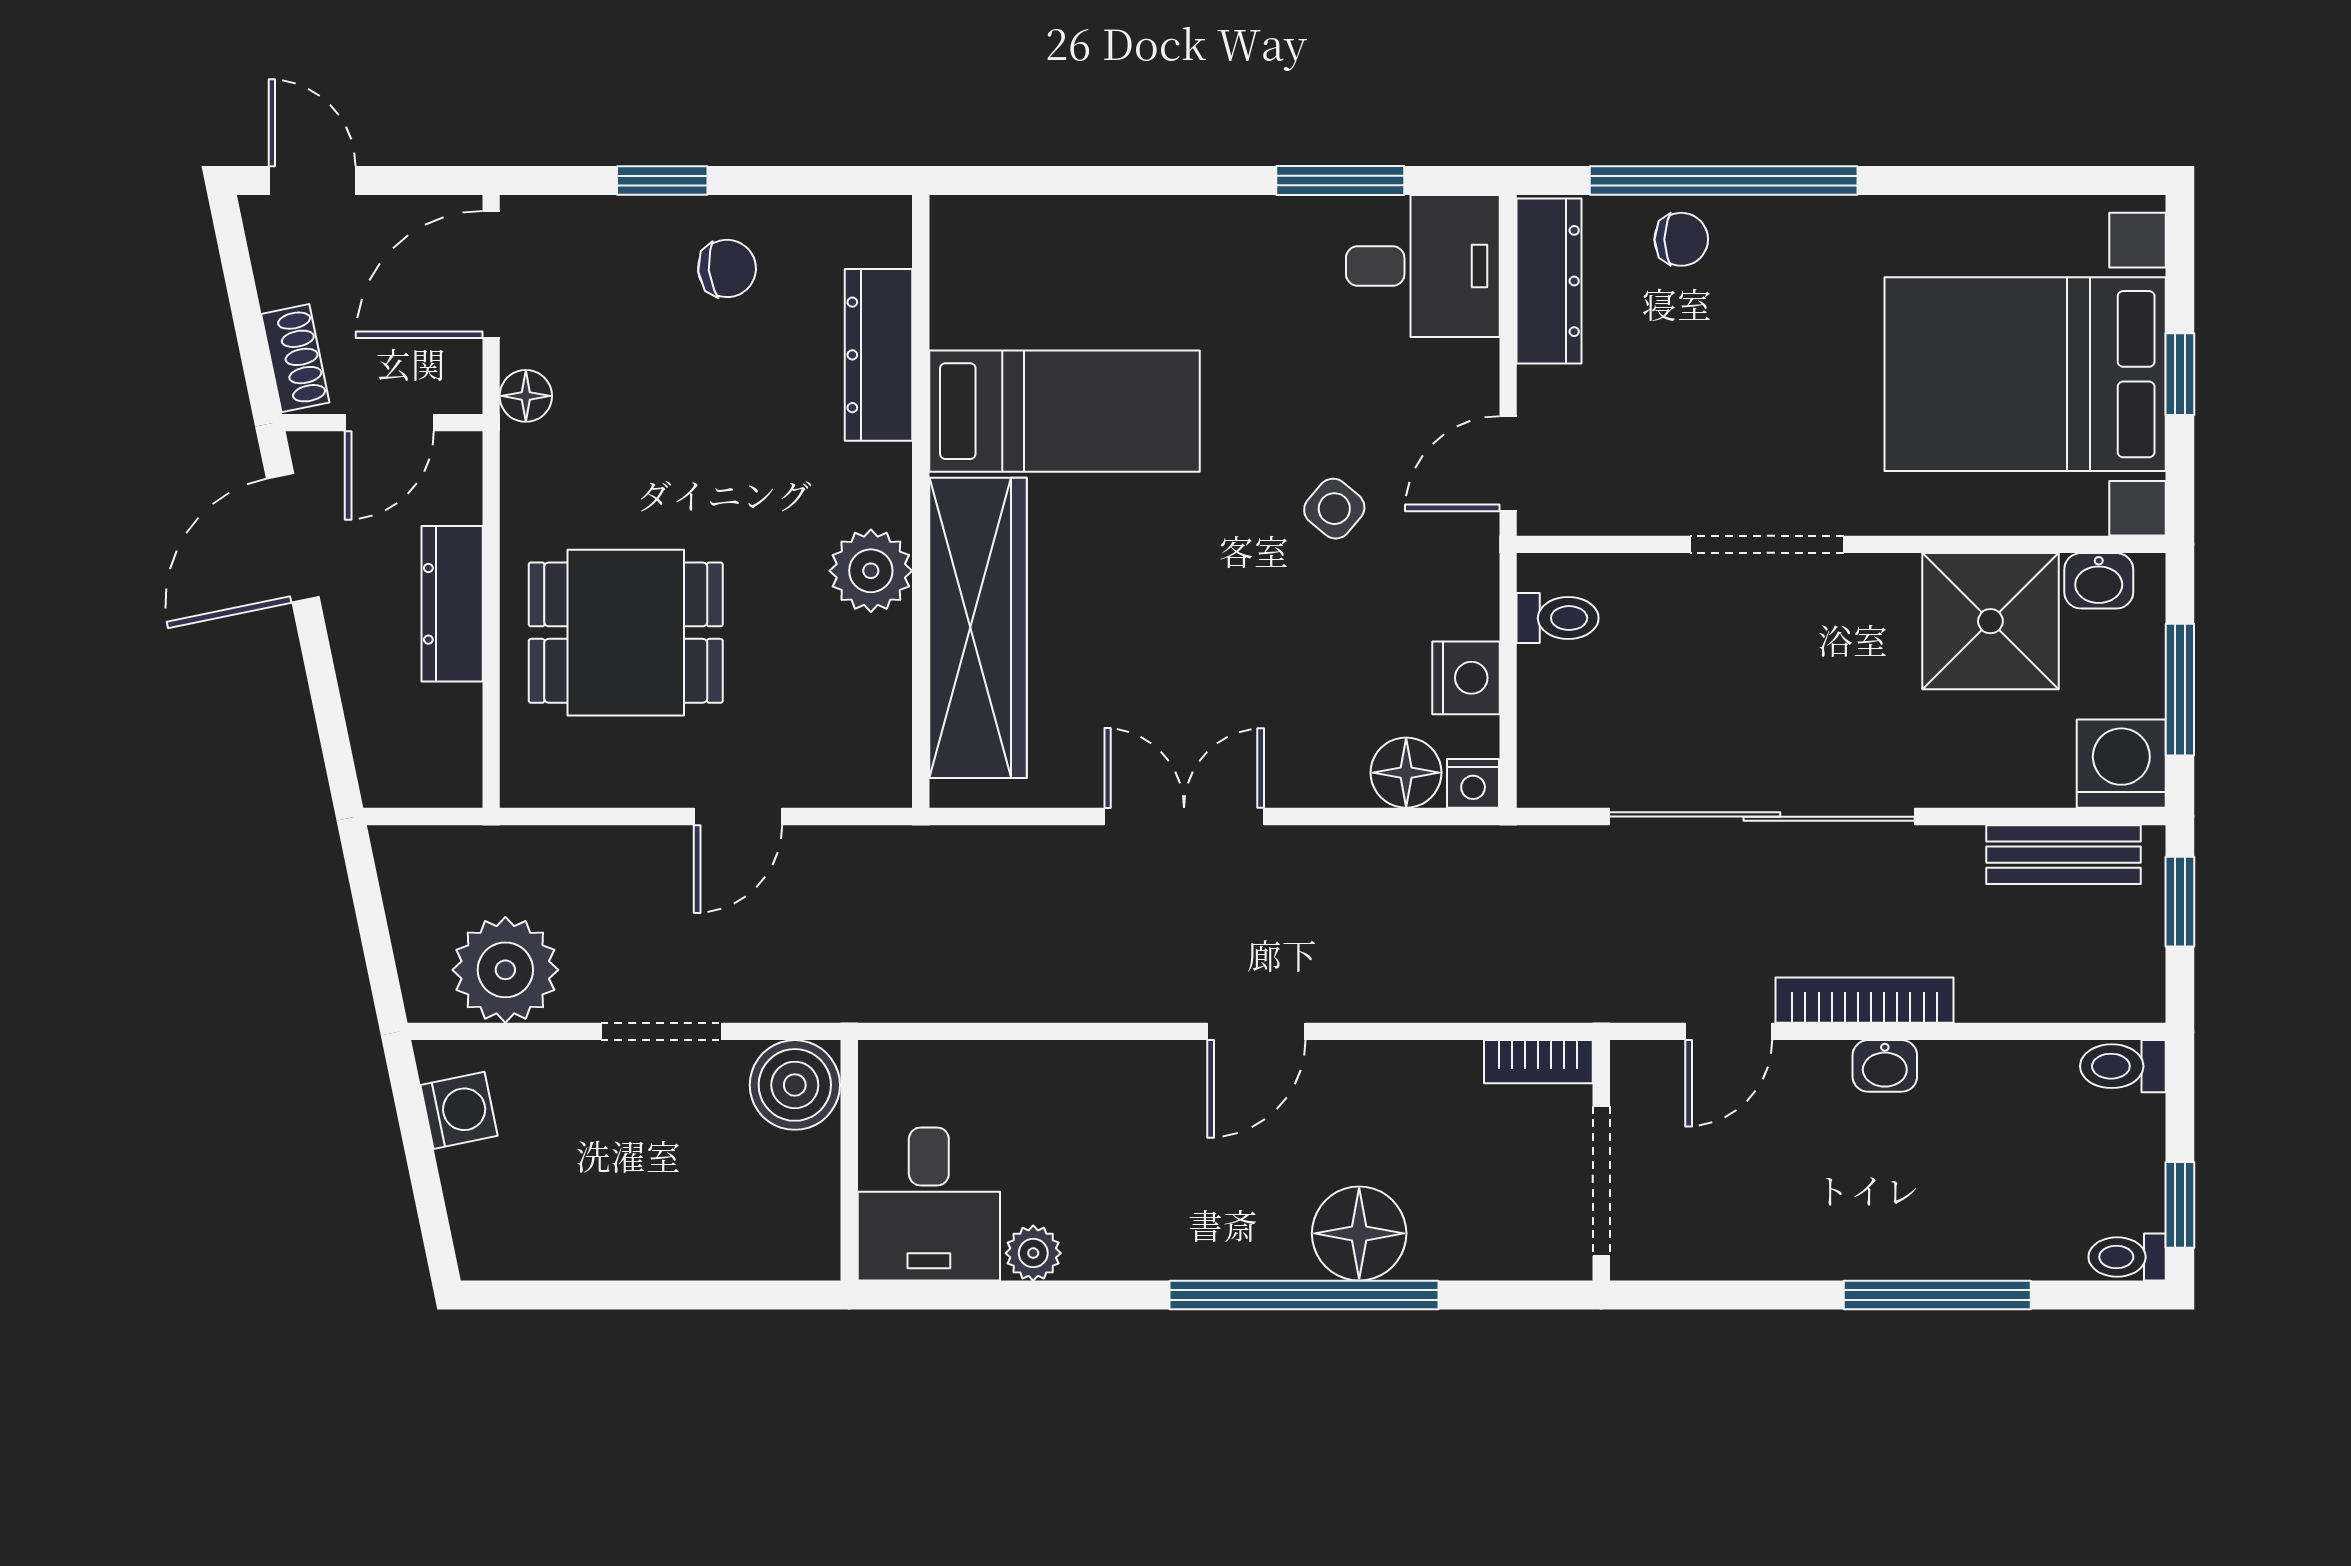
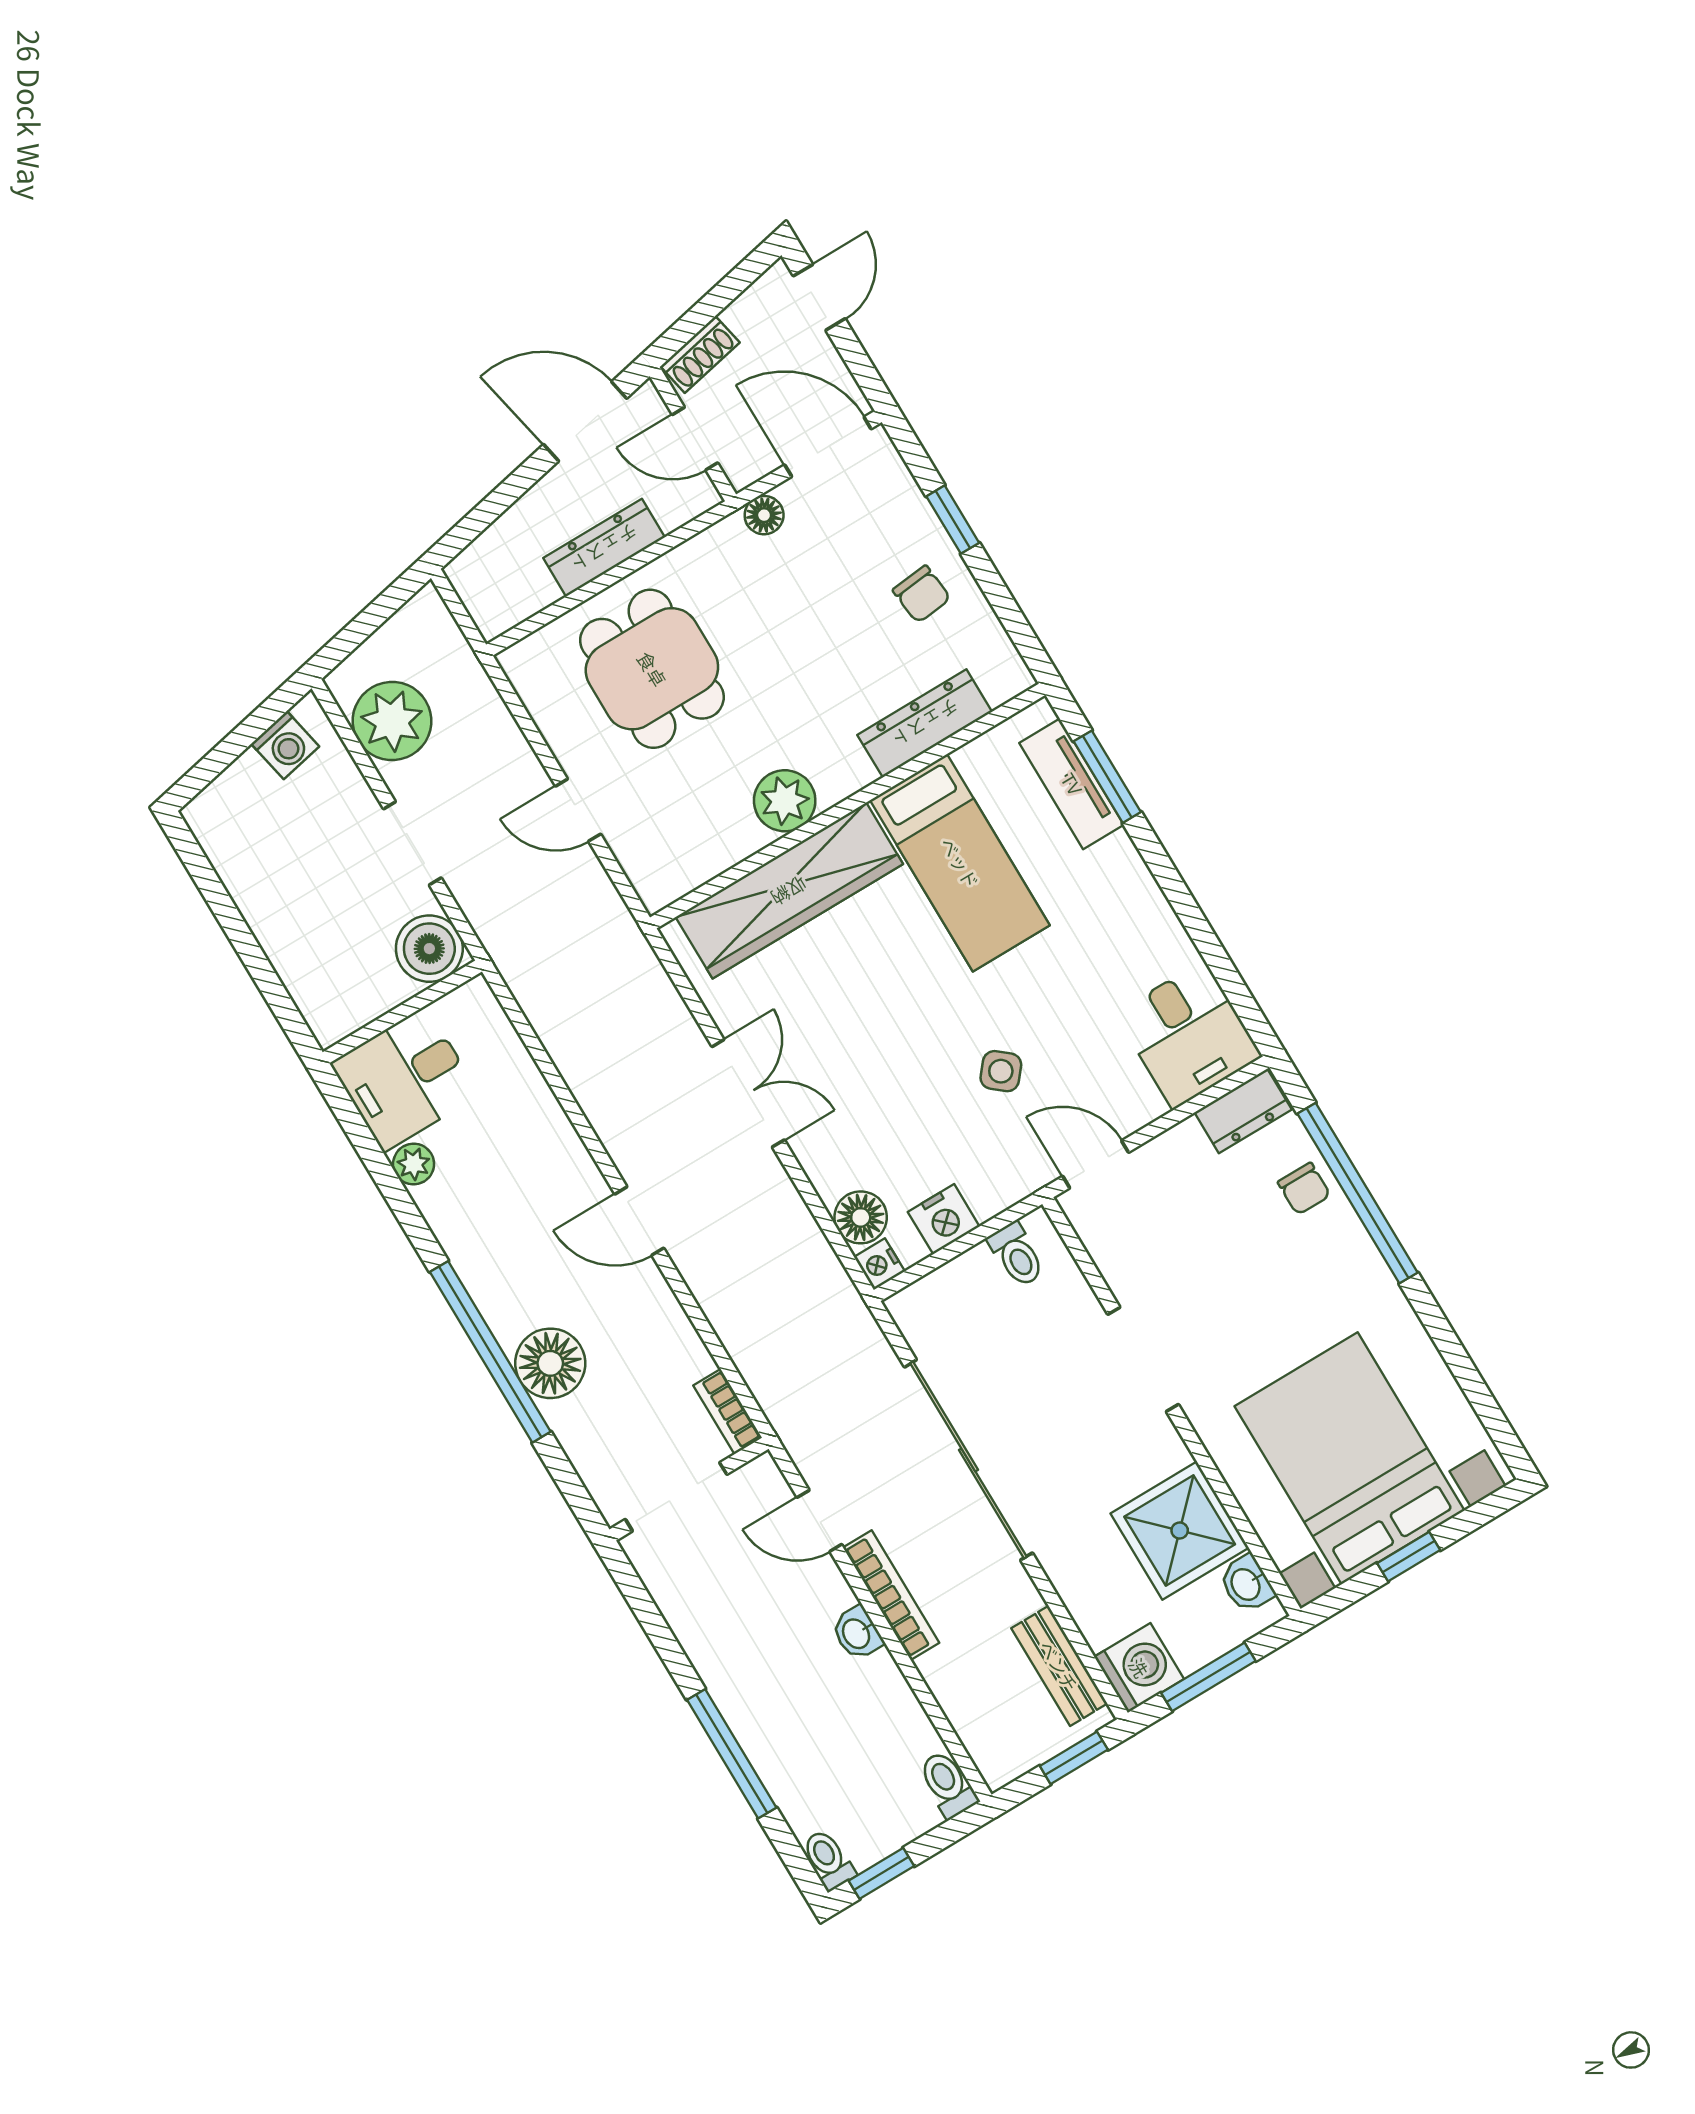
window: (1340, 181) -> (1107, 777), moved
tv unit: (1051, 227) -> (1072, 784), added
dresser: (1549, 281) -> (1243, 1111), width x0.70

